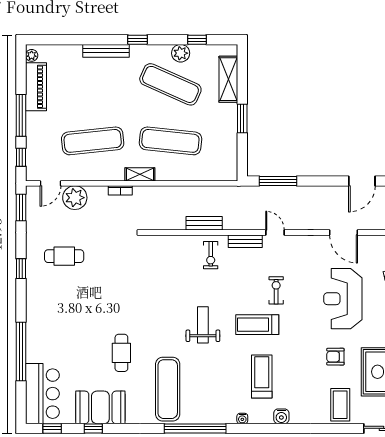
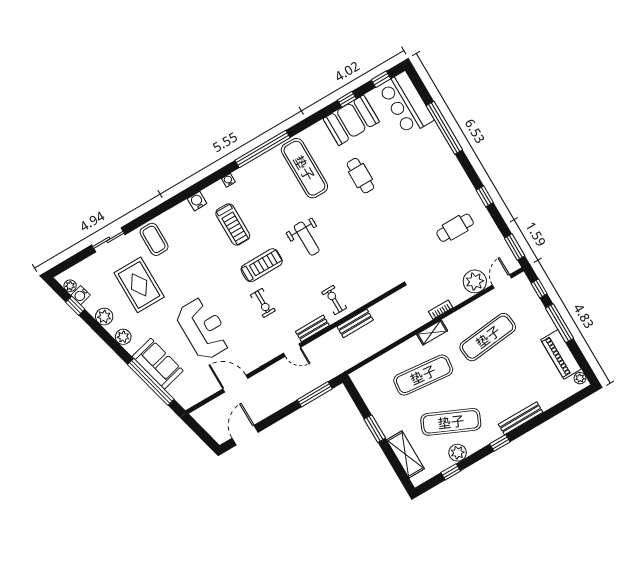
armchair: (335, 357) -> (181, 277), removed

